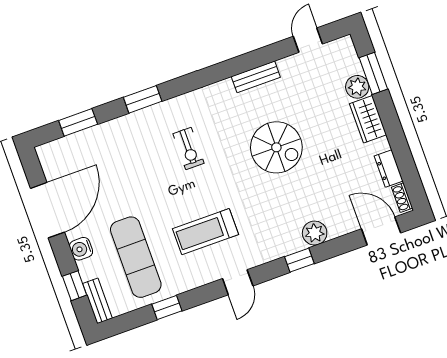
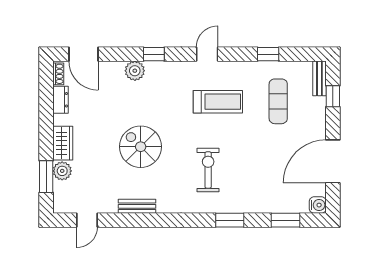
exercise bike: (188, 148) -> (208, 170), width x1.38, depth x1.39
water cooler: (81, 249) -> (318, 205), moved
exercise mat: (136, 257) -> (278, 101), width x0.73, depth x0.69

